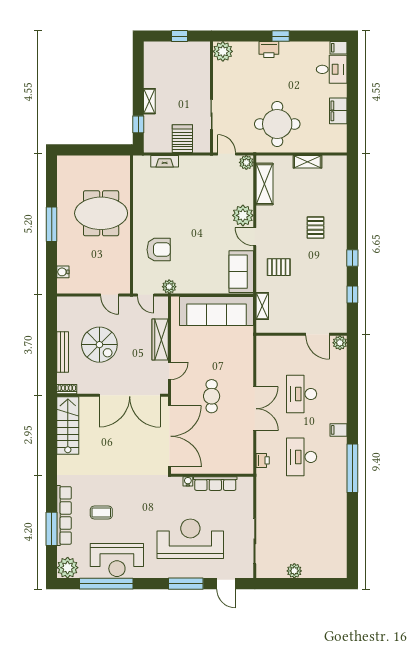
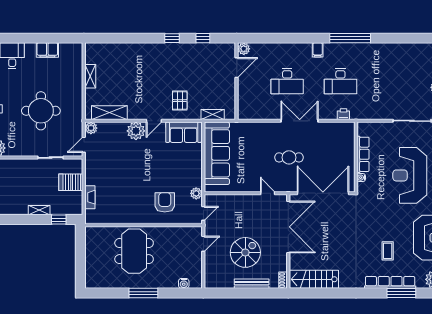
round table: (277, 124) -> (41, 111), moved
pallet: (315, 228) -> (146, 69), removed
wardrobe: (160, 340) -> (241, 201), removed

